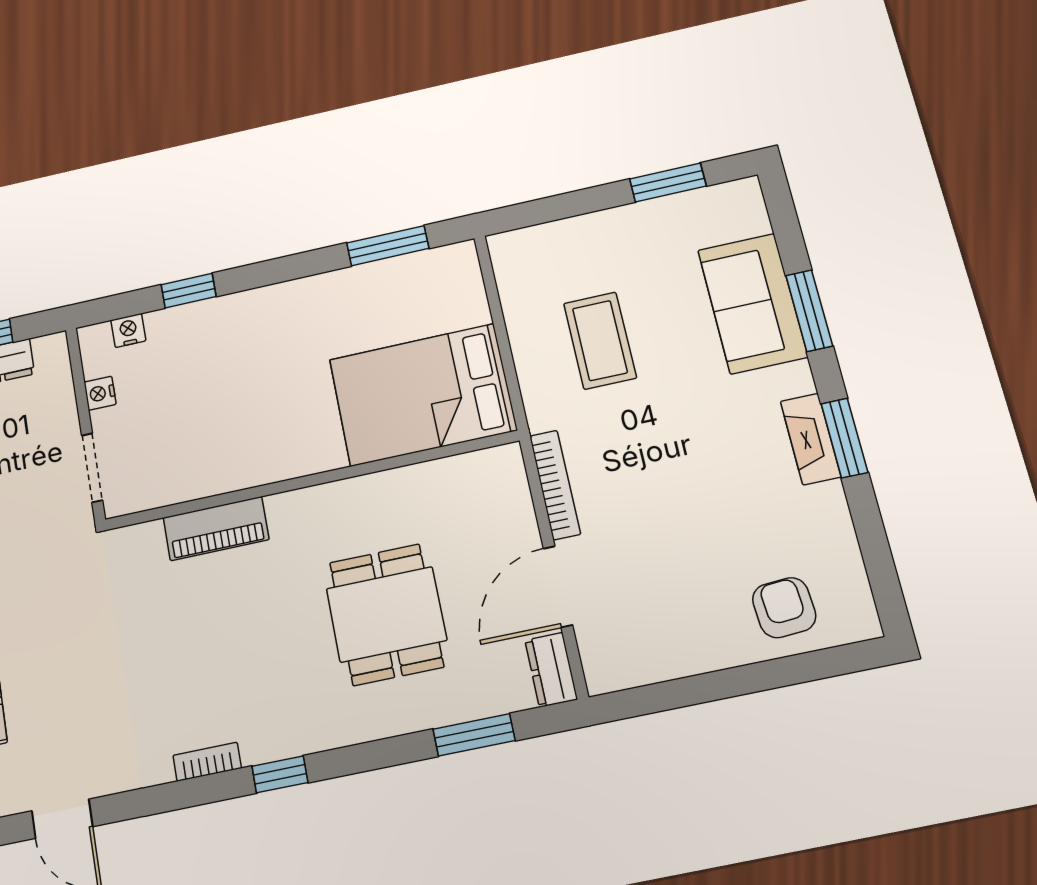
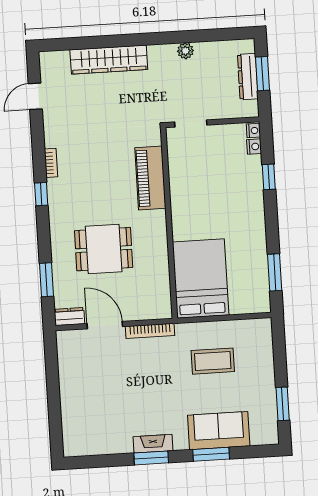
nightstand: (100, 393) -> (253, 131), moved, turned 90
piano: (216, 529) -> (150, 178), width x1.37, depth x1.33
armchair: (784, 608) -> (82, 419), removed

